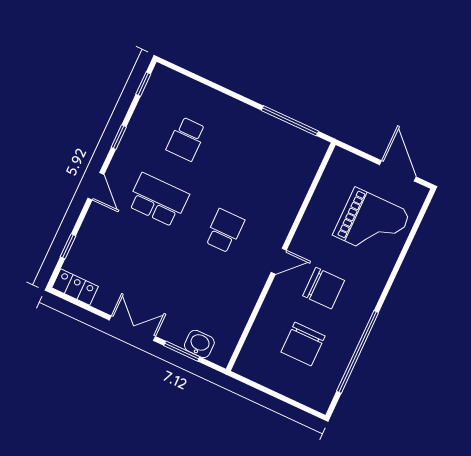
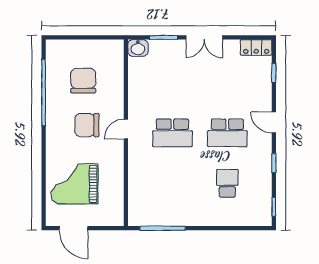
school desk: (224, 231) -> (172, 133), width x1.85
washbasin: (199, 344) -> (138, 48), moved

